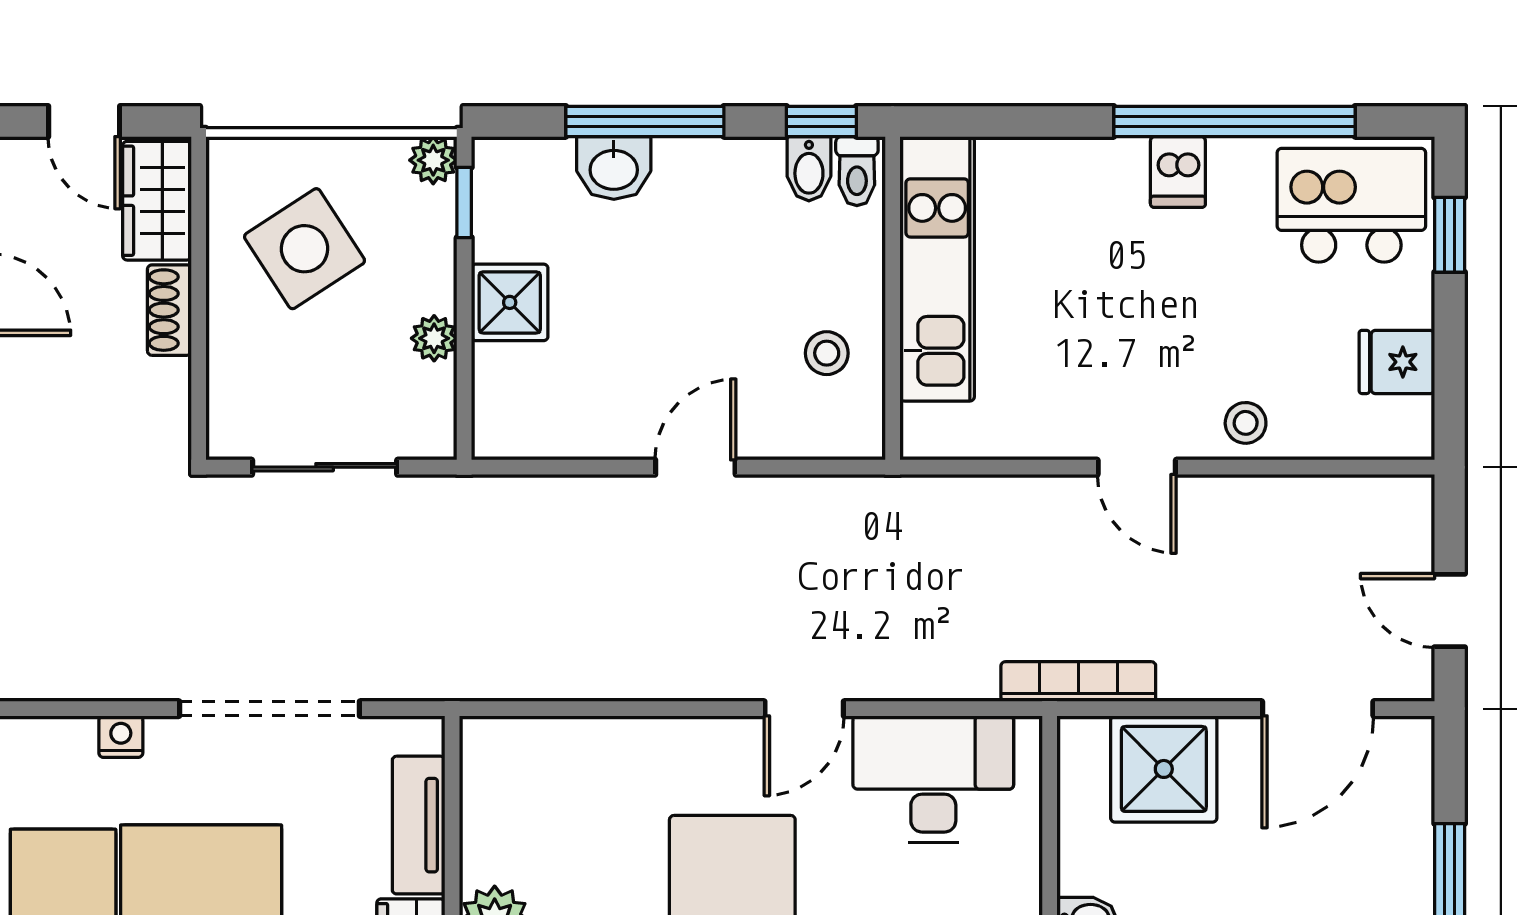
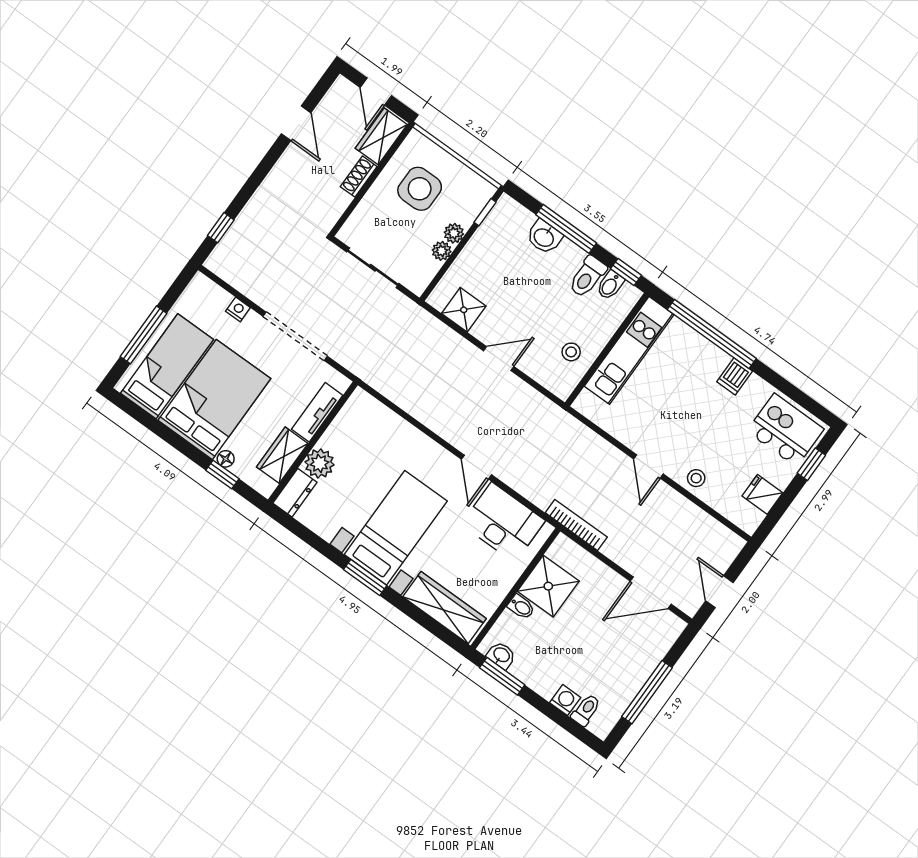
window: (1234, 121) -> (712, 334), moved
plant: (433, 160) -> (454, 233), moved
toilet: (857, 171) -> (587, 277), moved, width x1.37, depth x1.39
side table: (305, 249) -> (420, 189), turned 33
shower: (510, 302) -> (464, 310), moved
door: (804, 709) -> (477, 467), hinge flipped
shower: (1164, 769) -> (548, 586), moved

